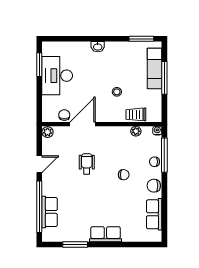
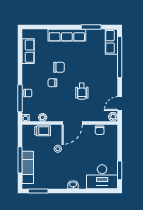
desk: (57, 76) -> (102, 177), moved, turned 90
door: (83, 124) -> (72, 123), moved
door: (39, 164) -> (120, 104), moved
chair: (154, 186) -> (59, 67), moved
row of seats: (50, 212) -> (111, 42), moved
row of seats: (105, 234) -> (67, 35), width x1.48

